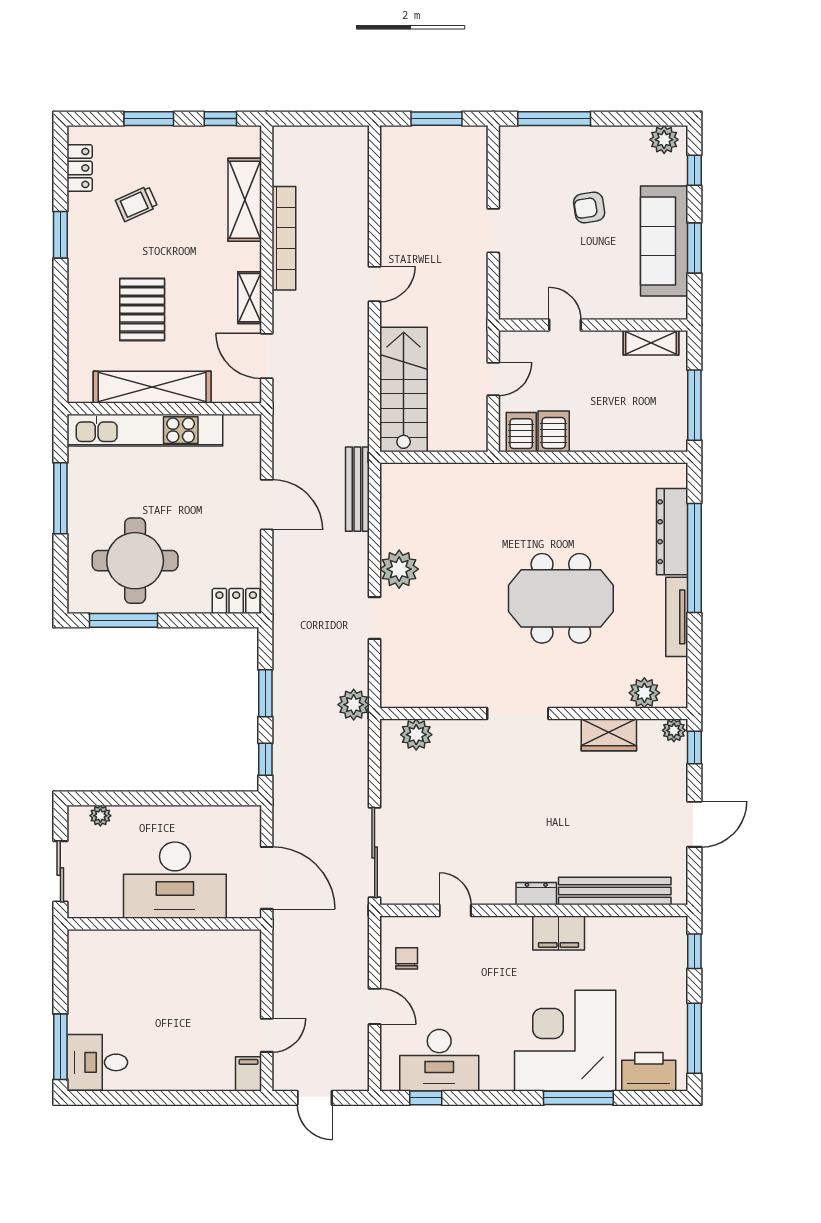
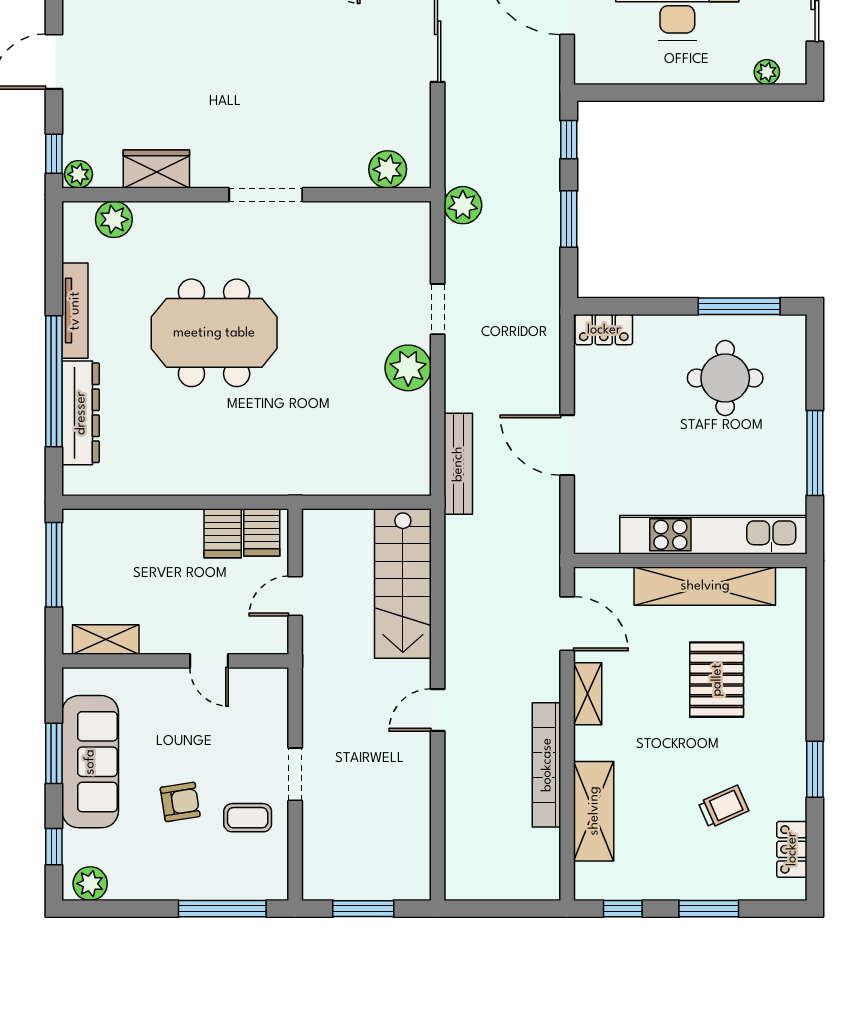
coffee table: (533, 194) -> (248, 818), added
round table: (135, 561) -> (725, 378), width x0.73, depth x0.73

